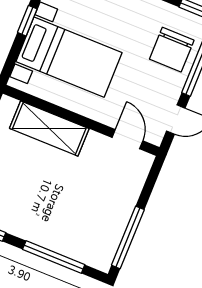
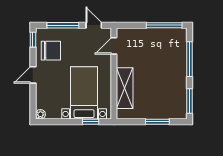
window: (27, 21) -> (91, 122), moved
chair: (172, 50) -> (51, 51), moved

